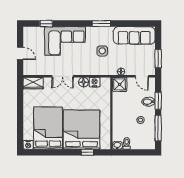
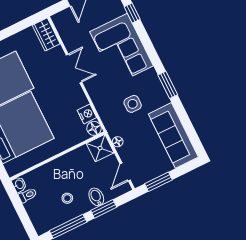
double door: (63, 76) -> (74, 68), swing flipped
floor lamp: (84, 82) -> (94, 128), moved

